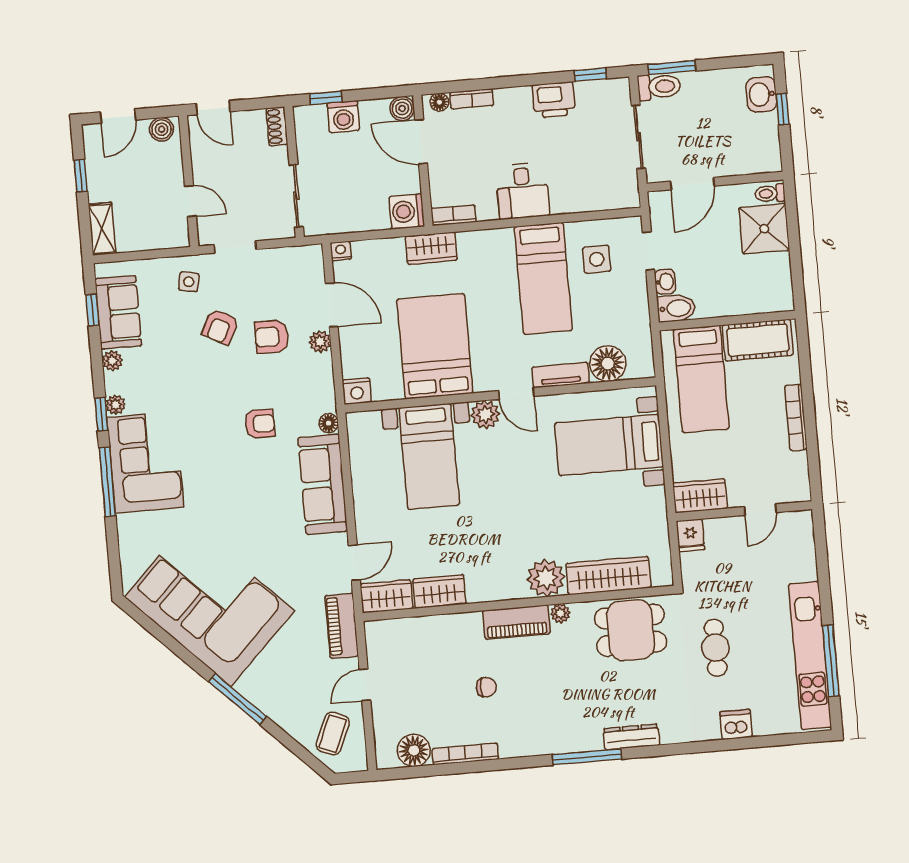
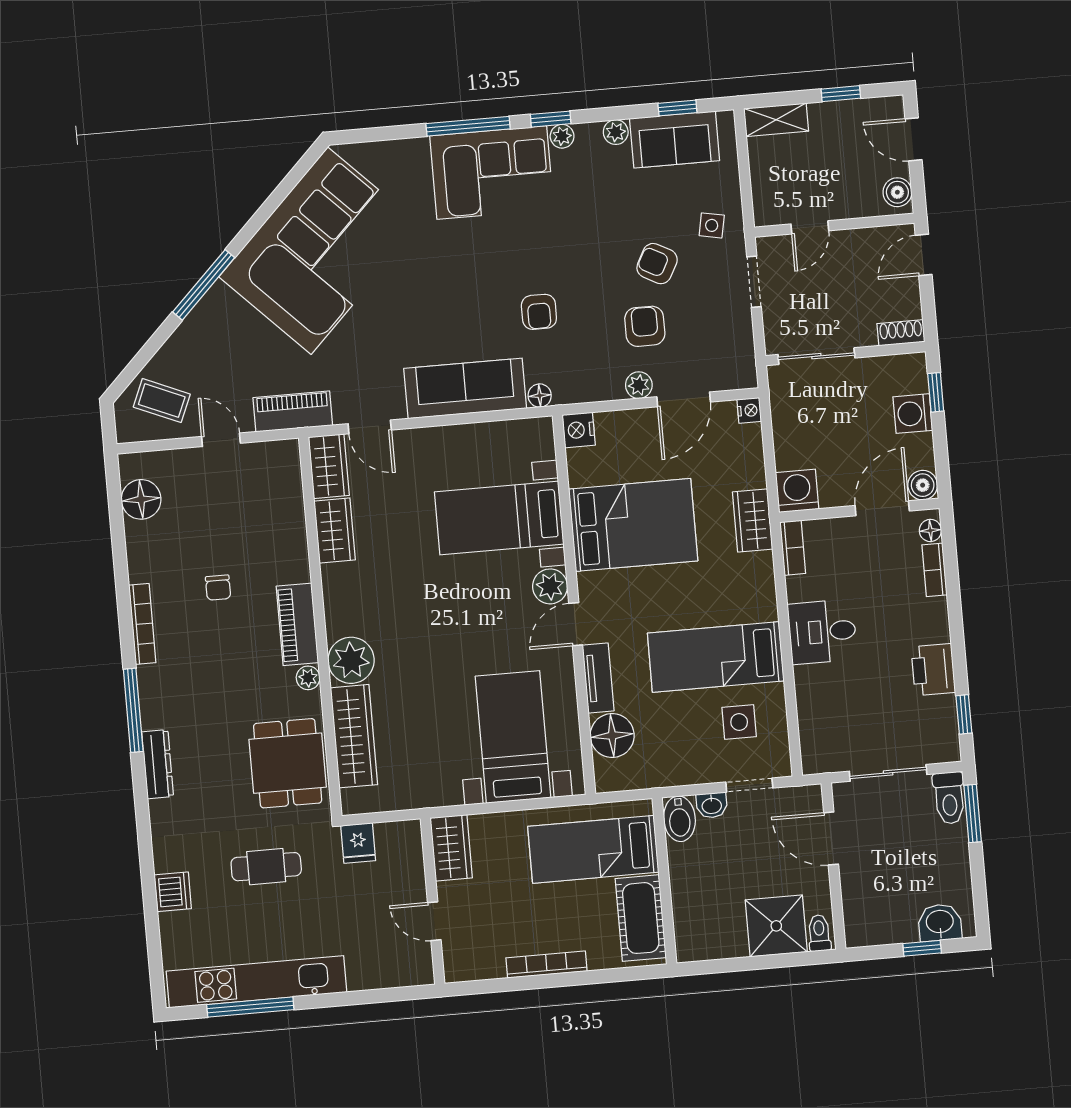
fridge: (690, 535) -> (358, 843), moved, turned -90
bookcase: (465, 754) -> (142, 624), moved

